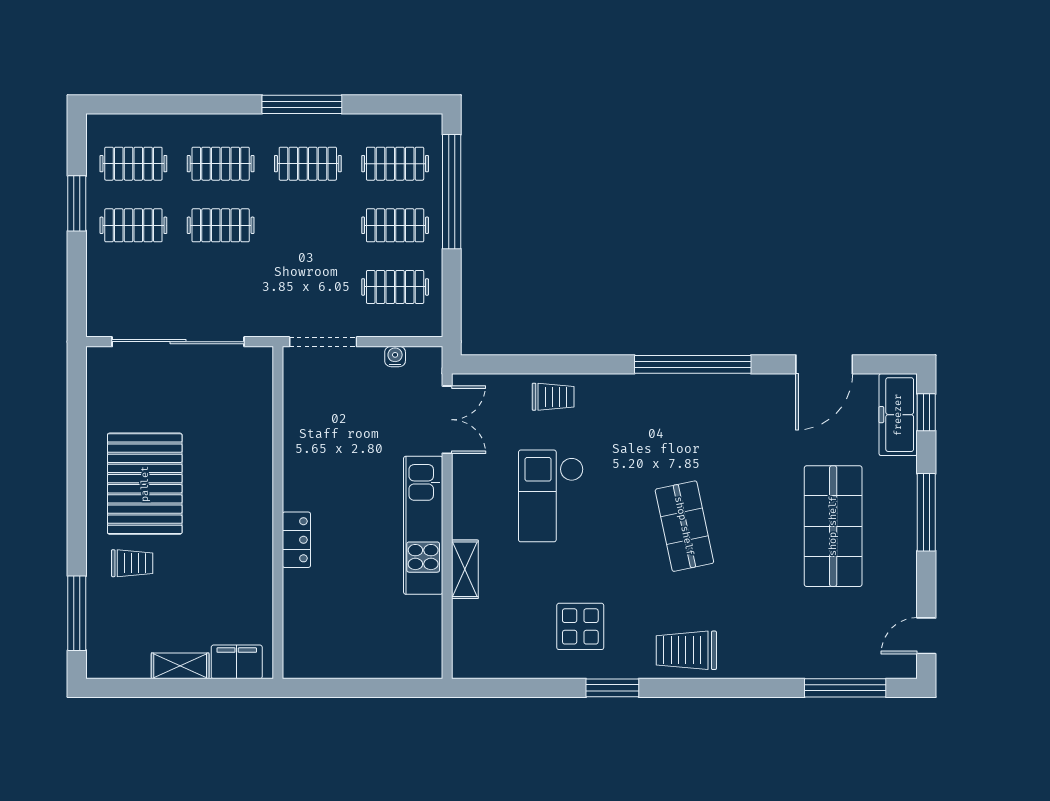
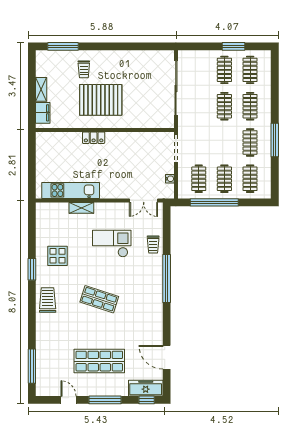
window: (452, 192) -> (214, 202), moved
window: (693, 364) -> (167, 278), moved
pallet: (145, 484) -> (101, 100), moved
kitchen unit: (423, 525) -> (71, 190), moved
shop shelf: (684, 526) -> (99, 299), turned 30
door: (926, 636) -> (68, 400), moved

